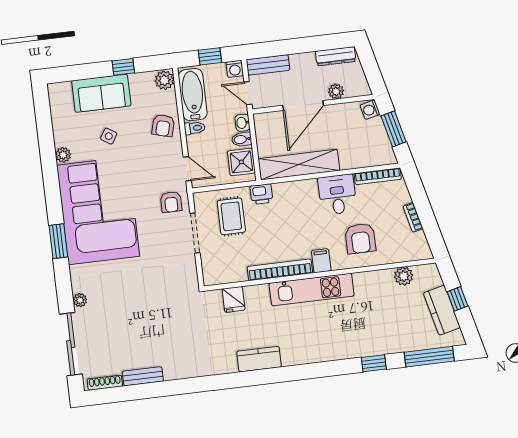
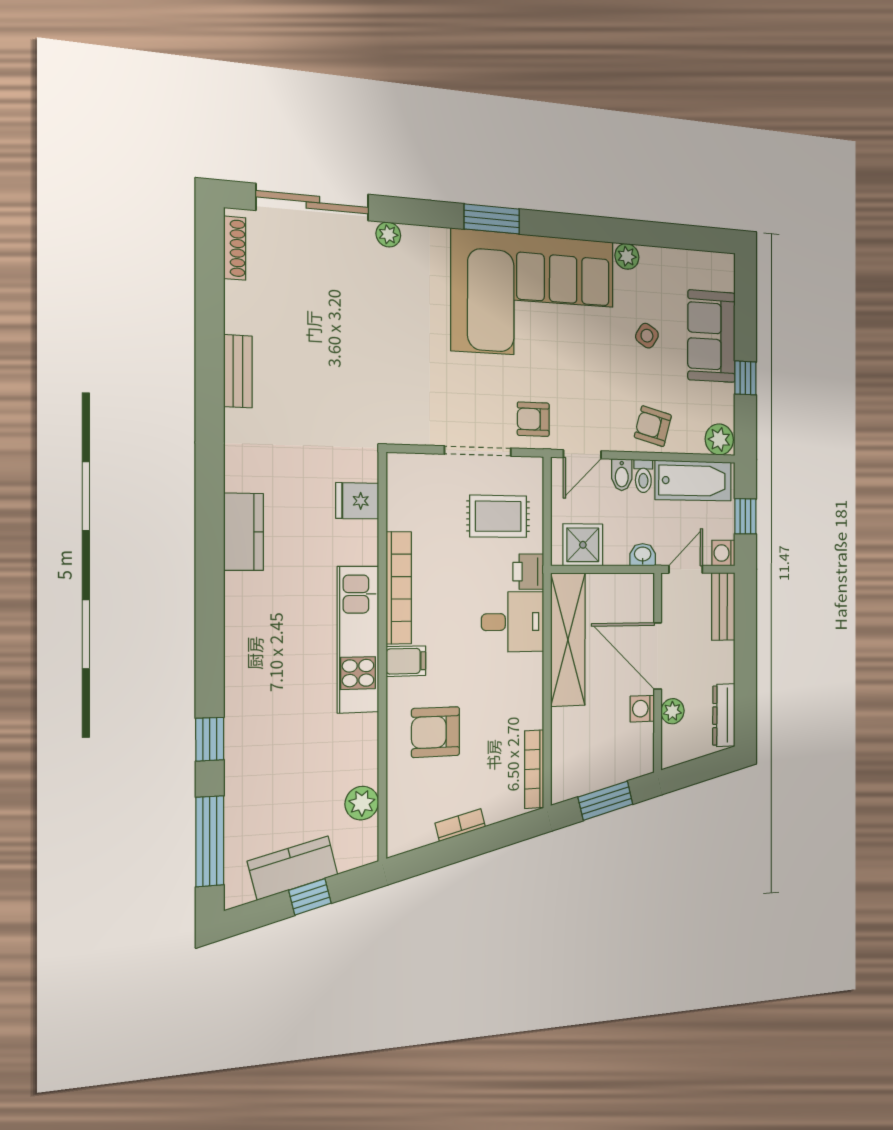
washing machine: (370, 110) -> (642, 709), moved, turned -76
bidet: (242, 139) -> (622, 475), moved, turned 180
desk: (337, 195) -> (513, 622), moved
bench: (143, 376) -> (238, 371), moved

